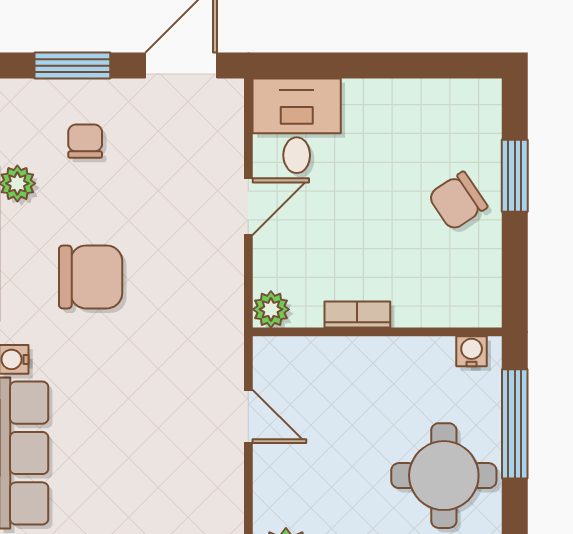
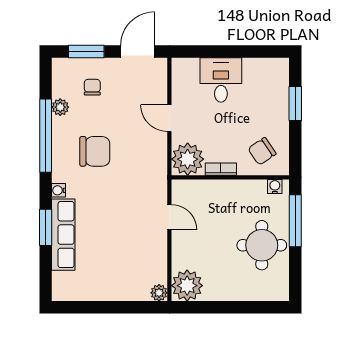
desk: (297, 126) -> (221, 80), moved
chair: (458, 201) -> (262, 151), moved
door: (248, 207) -> (169, 118), swing flipped
plant: (271, 309) -> (188, 159), width x1.88, depth x1.88

